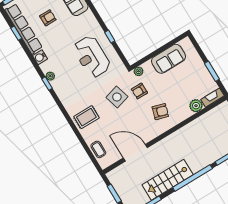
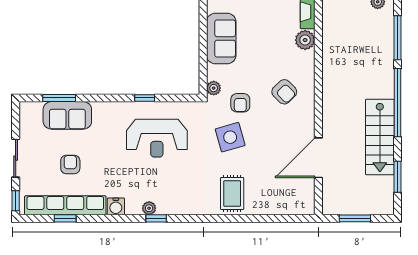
armchair: (160, 112) -> (284, 92), turned 119
coffee table: (98, 149) -> (284, 204), removed

